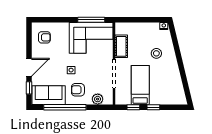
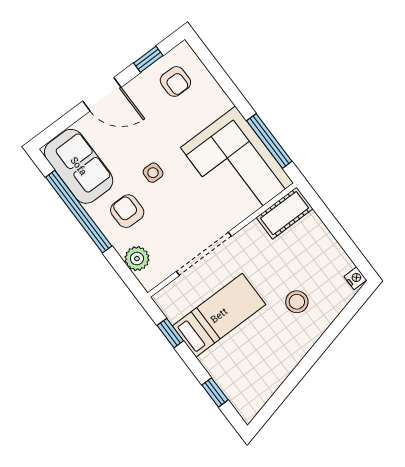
cot: (121, 46) -> (285, 213), moved
window: (29, 88) -> (148, 59), moved
window: (153, 107) -> (215, 392), moved

